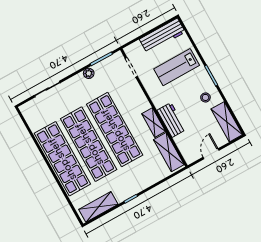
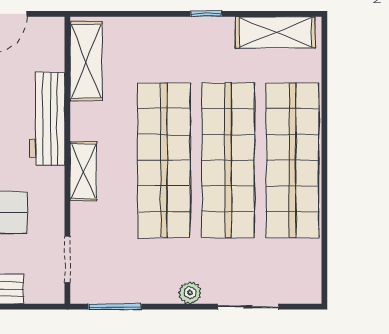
plant: (89, 73) -> (190, 293), moved
workbench: (171, 120) -> (47, 119), width x1.38
shelving: (154, 123) -> (83, 171), moved

